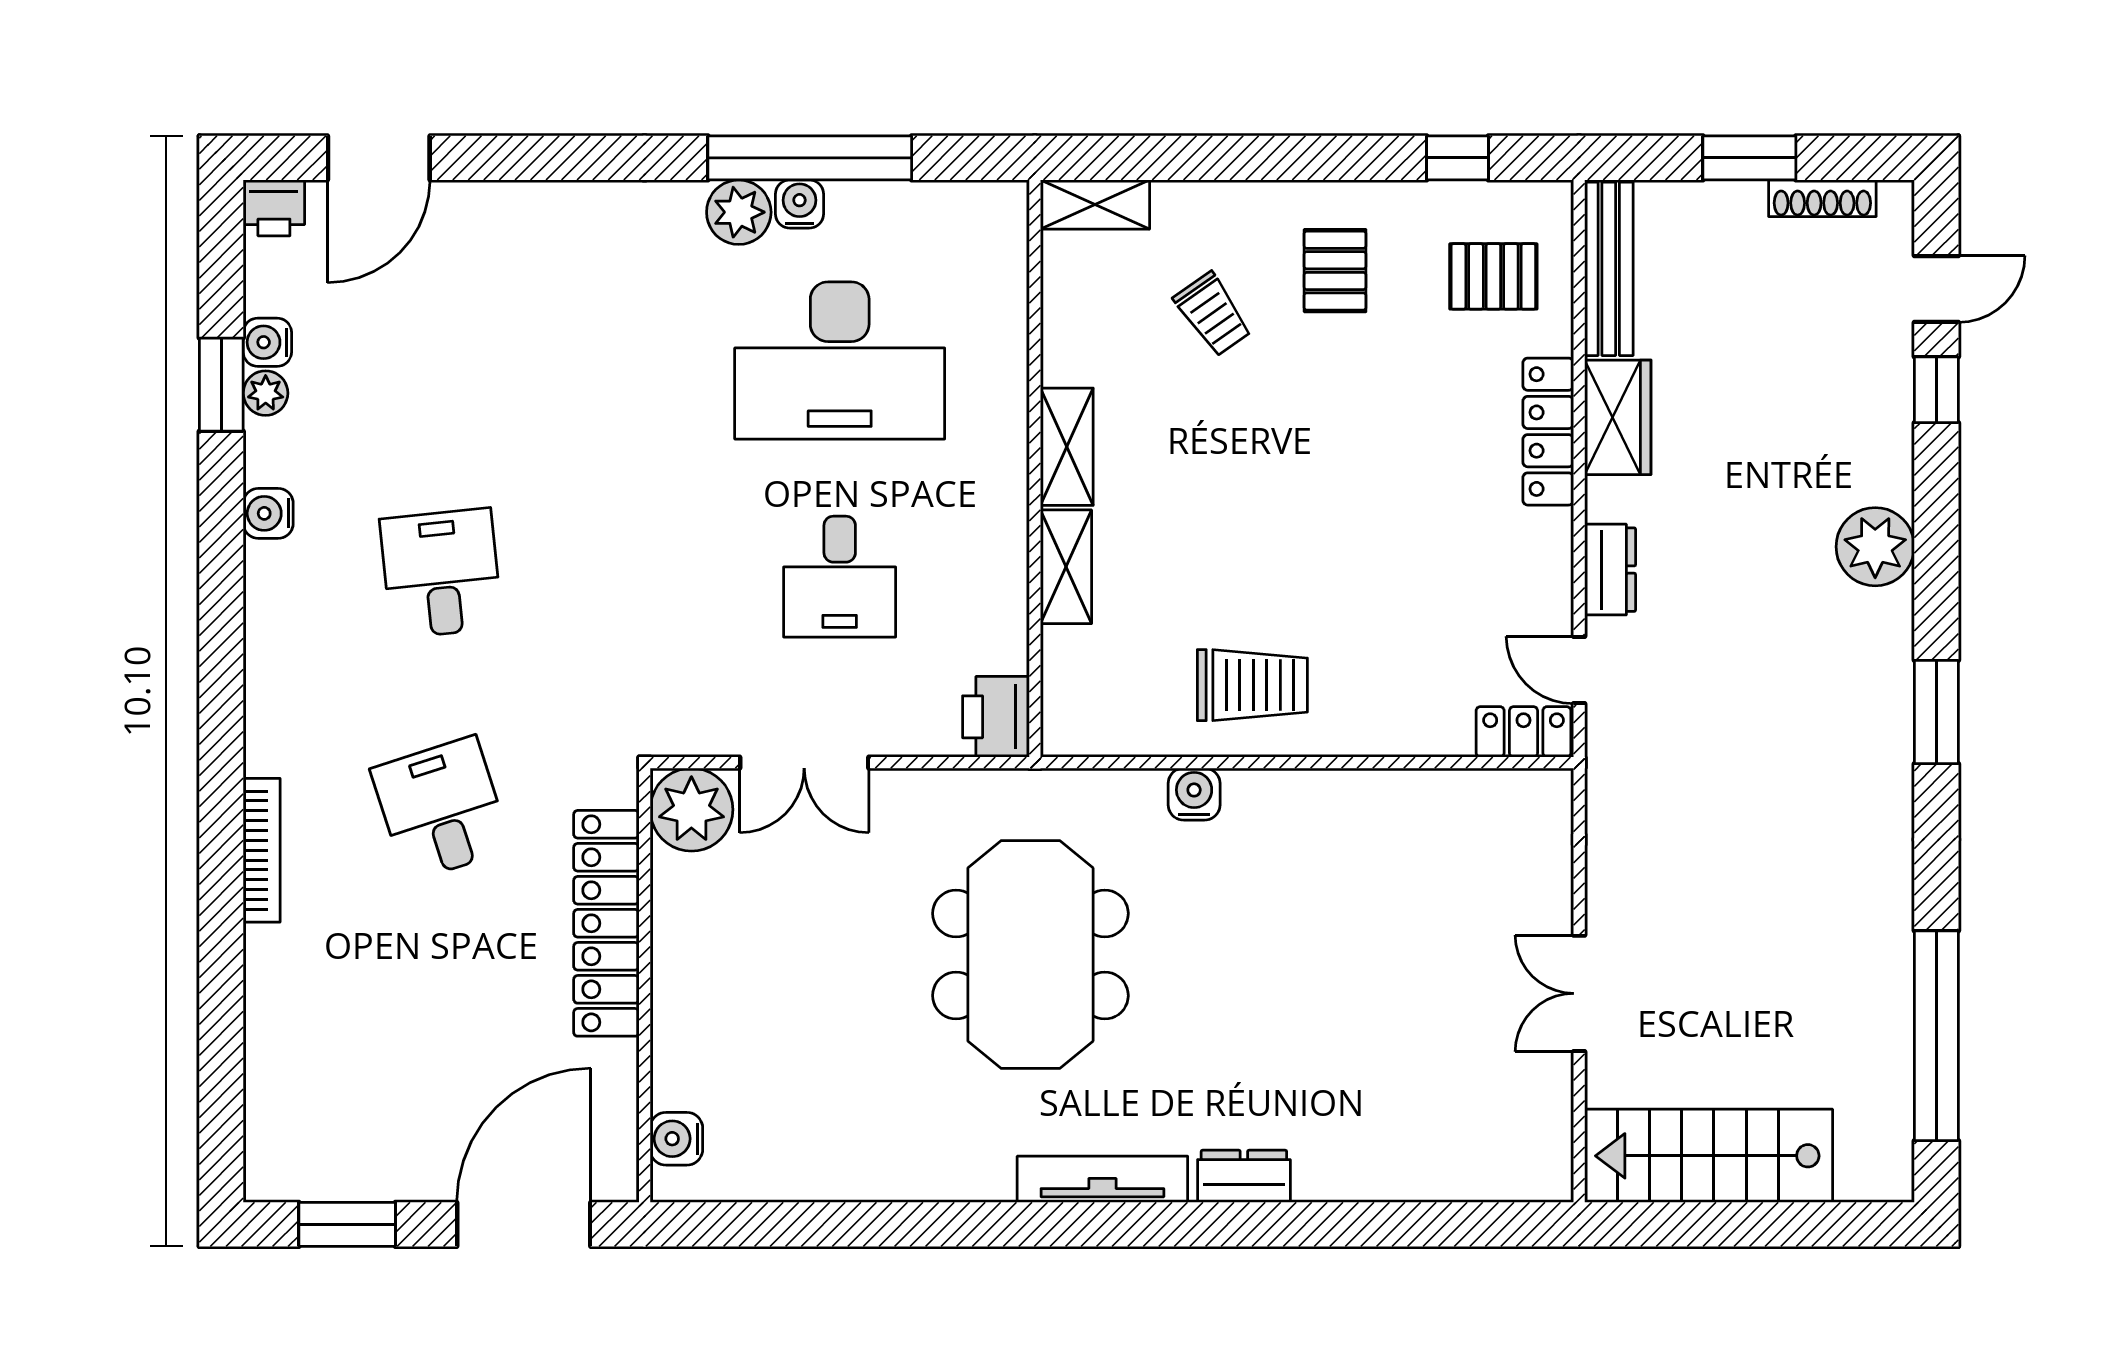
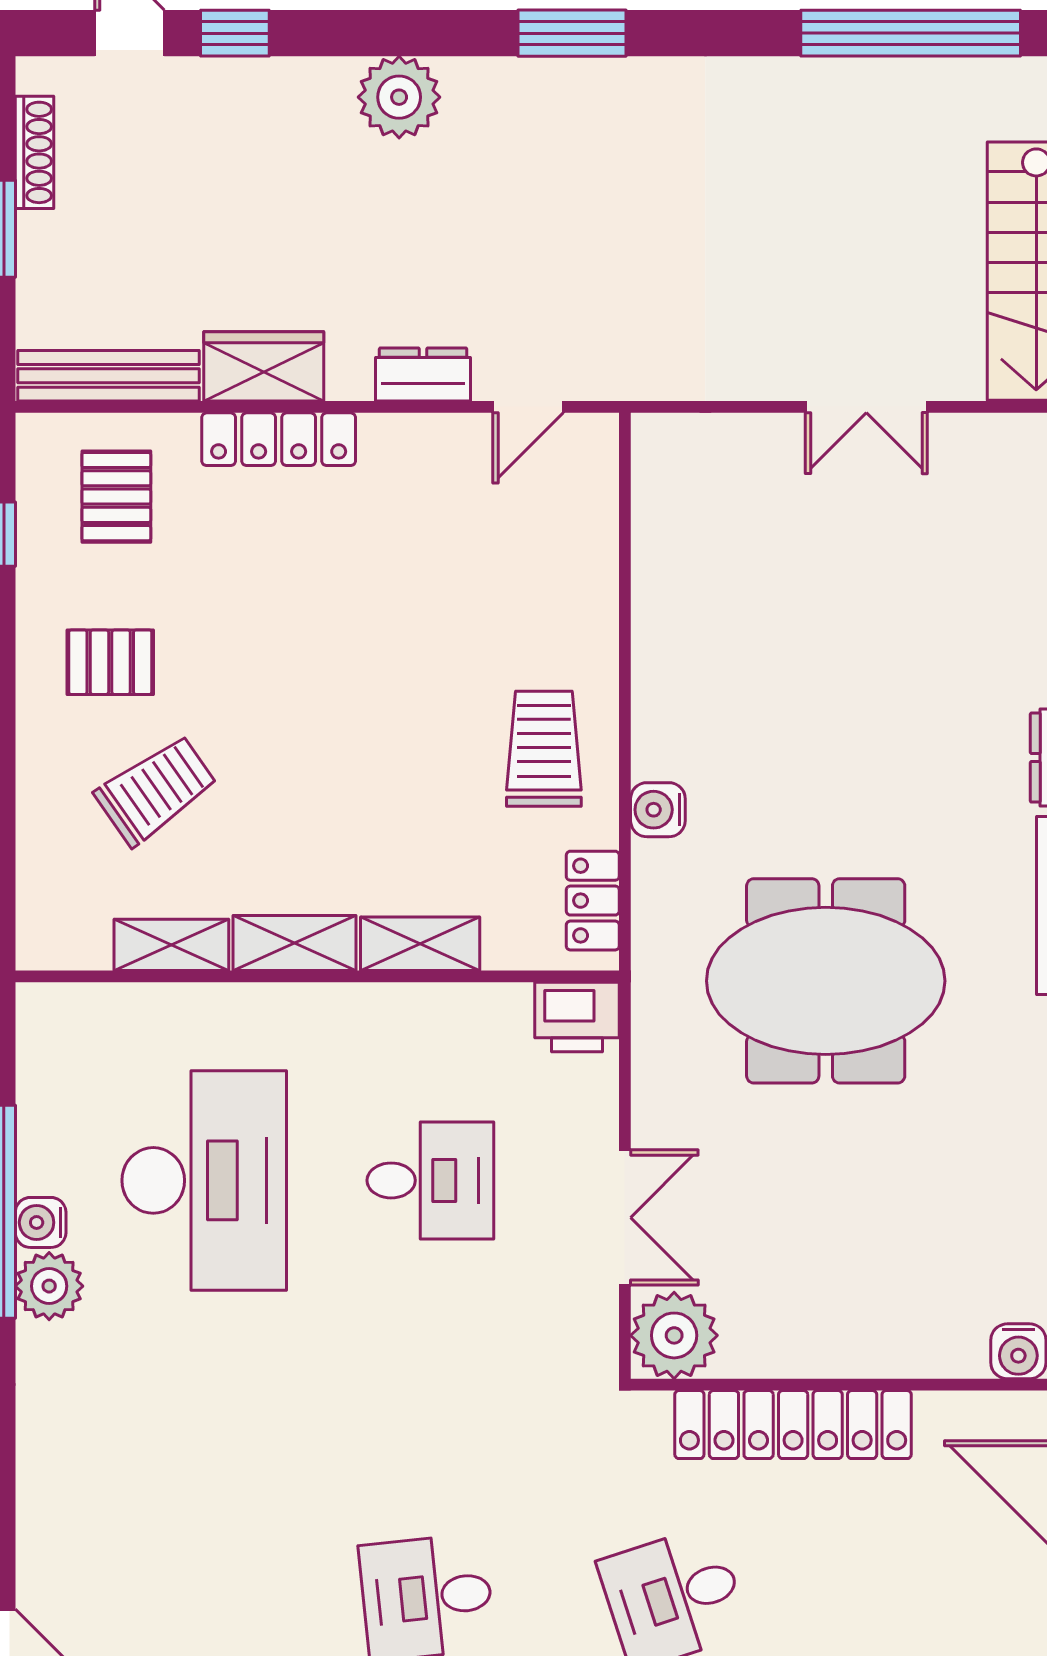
shelving: (1095, 205) -> (171, 945), moved, turned 90
trolley: (1213, 314) -> (156, 790), width x1.36, depth x1.39
locker: (1523, 732) -> (593, 901), moved

